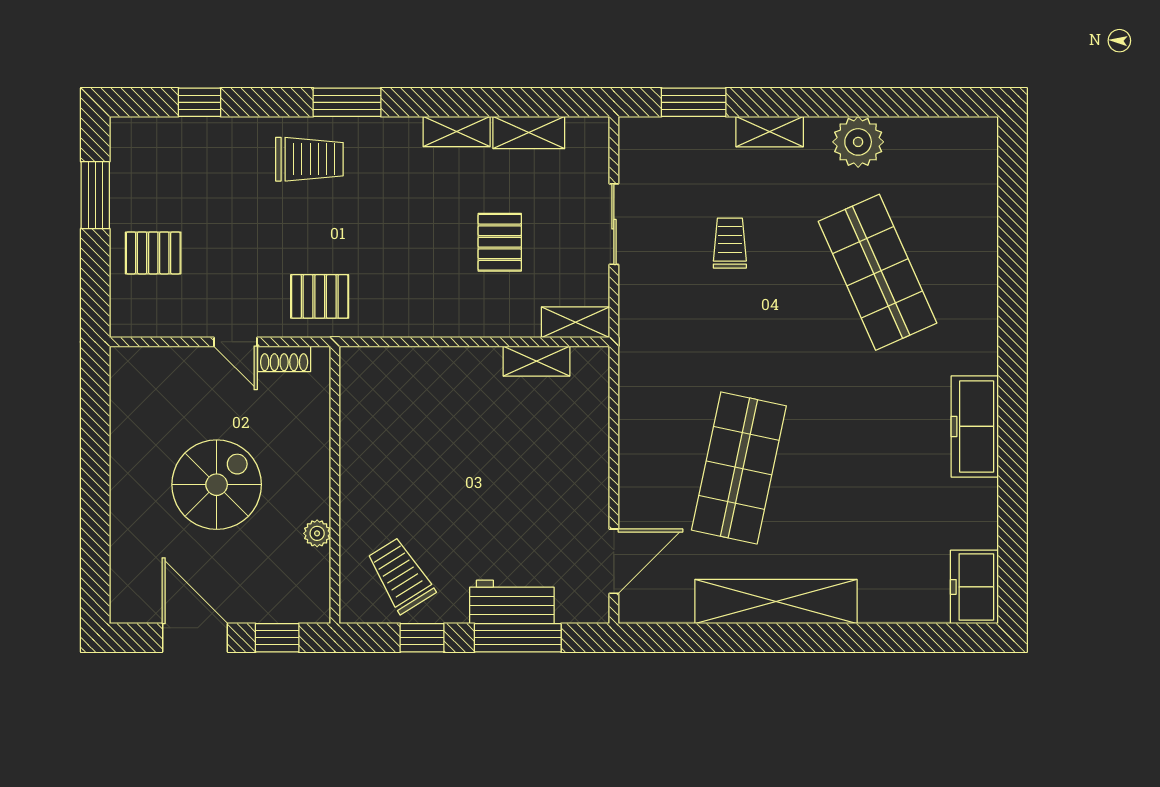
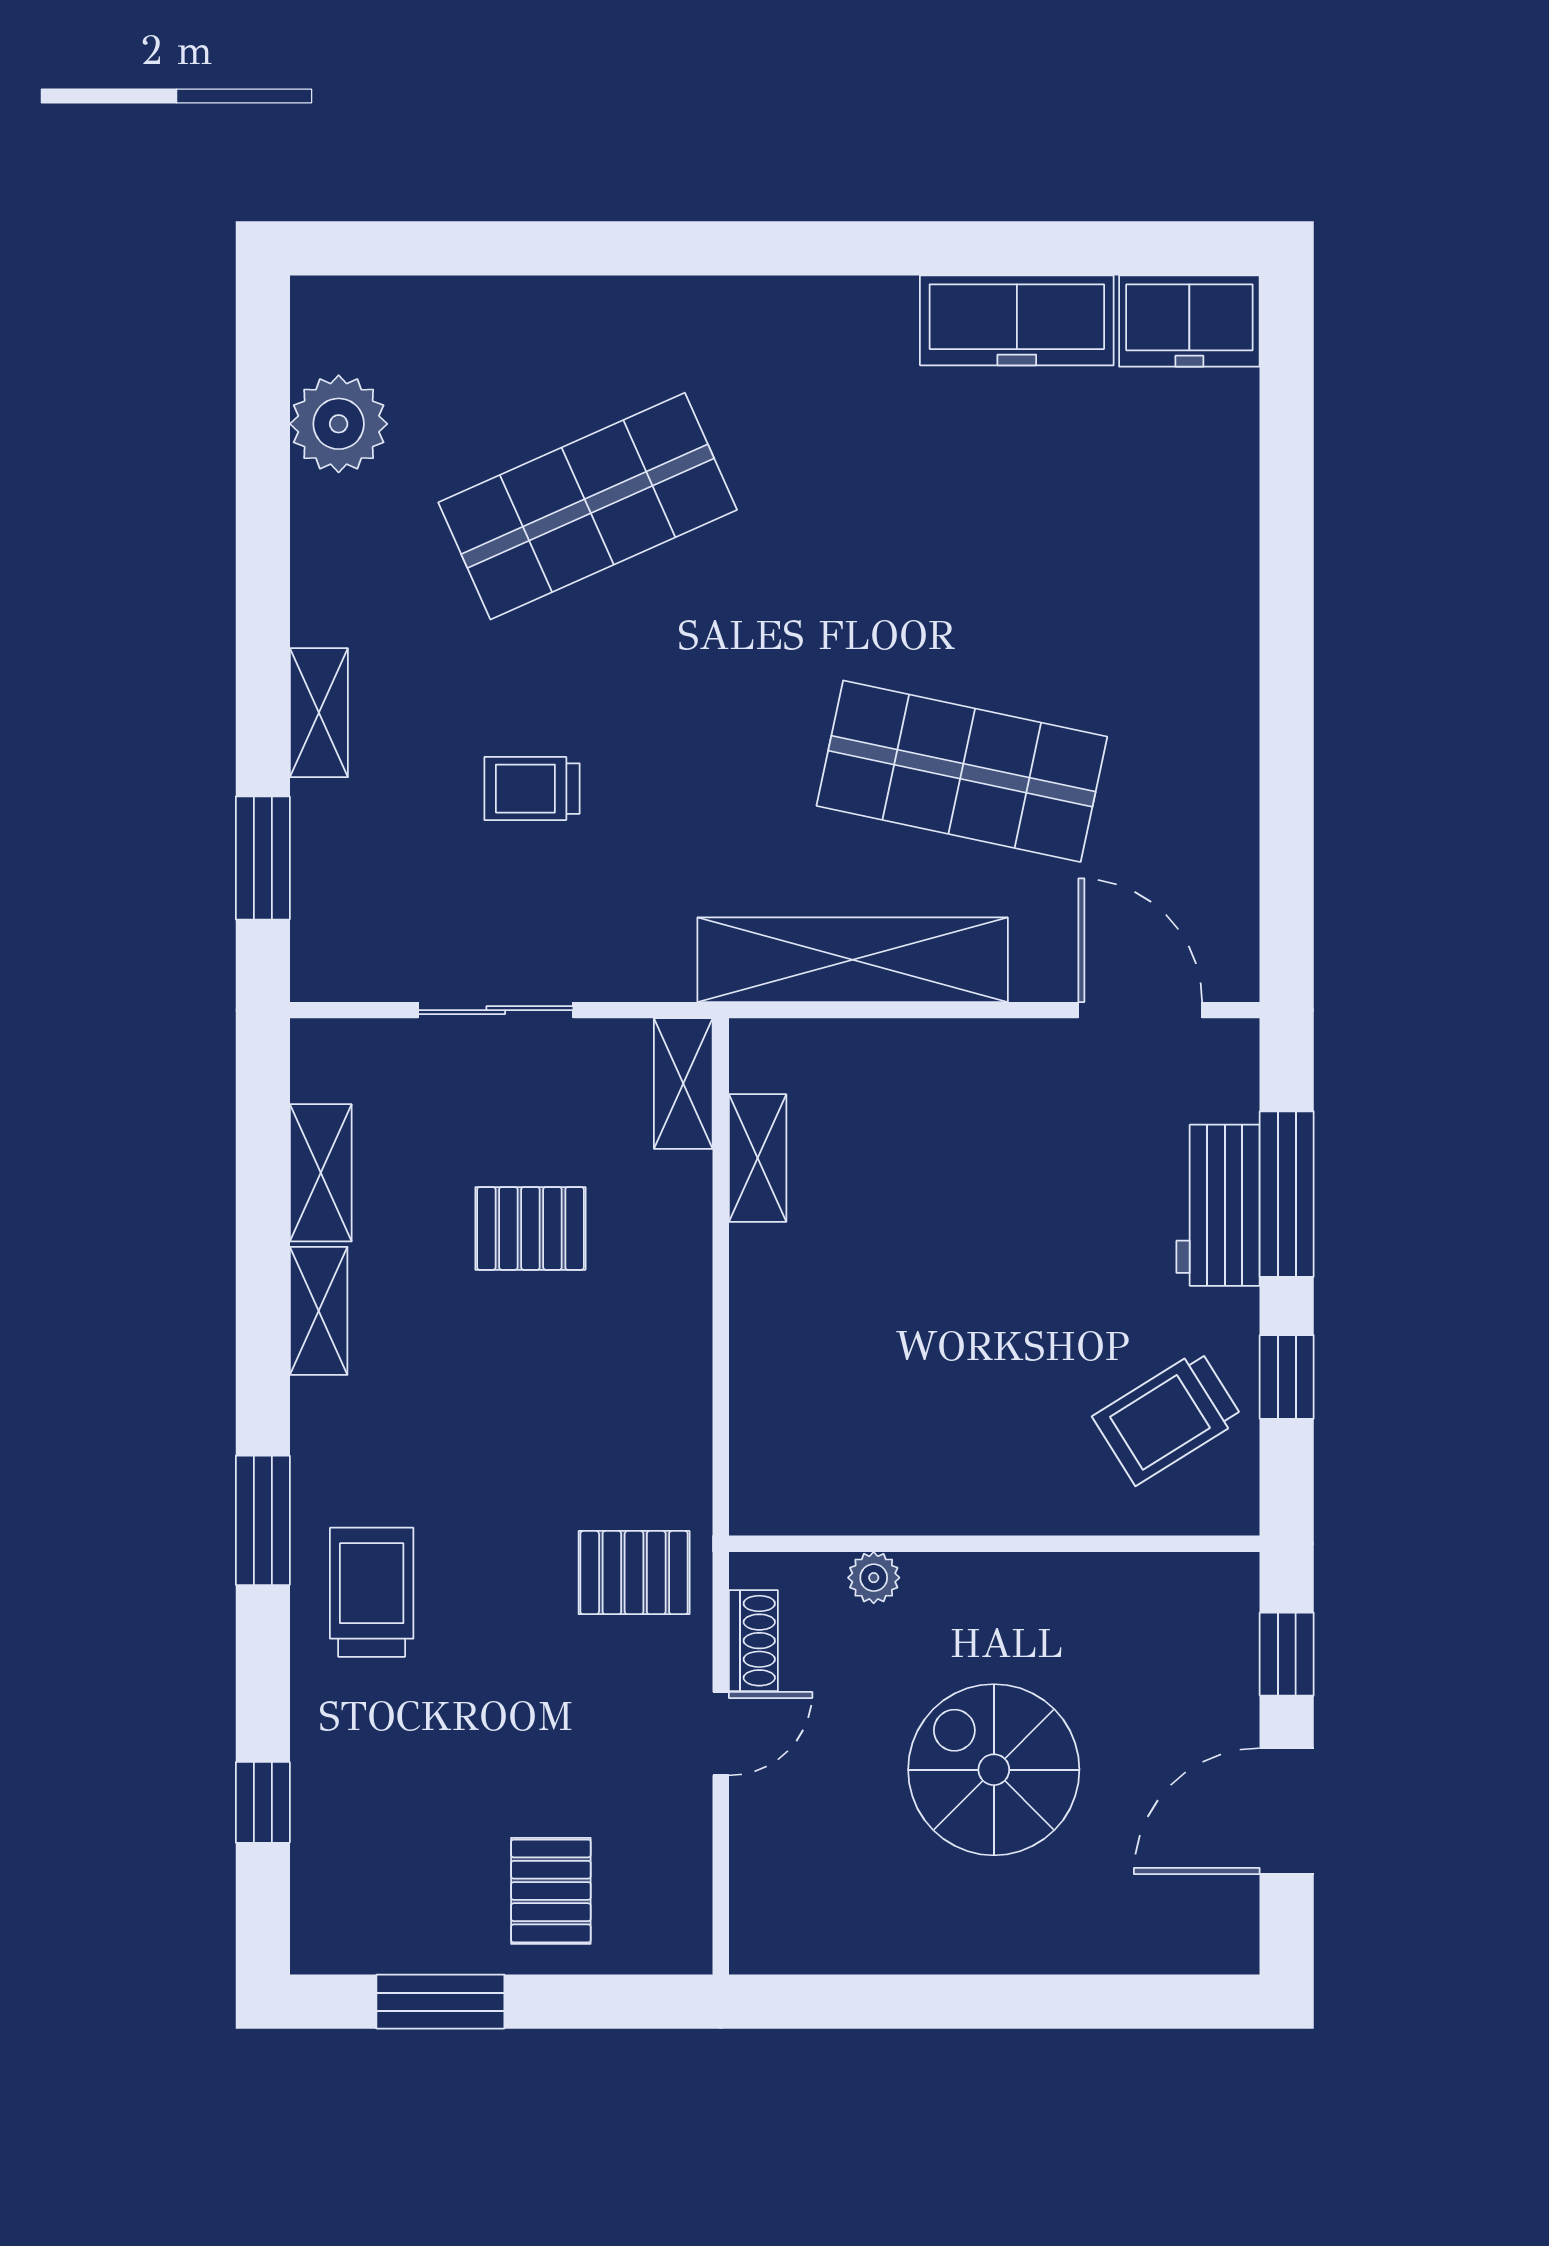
plant: (858, 142) -> (339, 424), moved
pallet: (320, 296) -> (634, 1573), turned 90
freezer: (975, 426) -> (1017, 320), moved
plant: (317, 533) -> (874, 1578), moved
shelving: (776, 602) -> (853, 960), moved, turned 90

